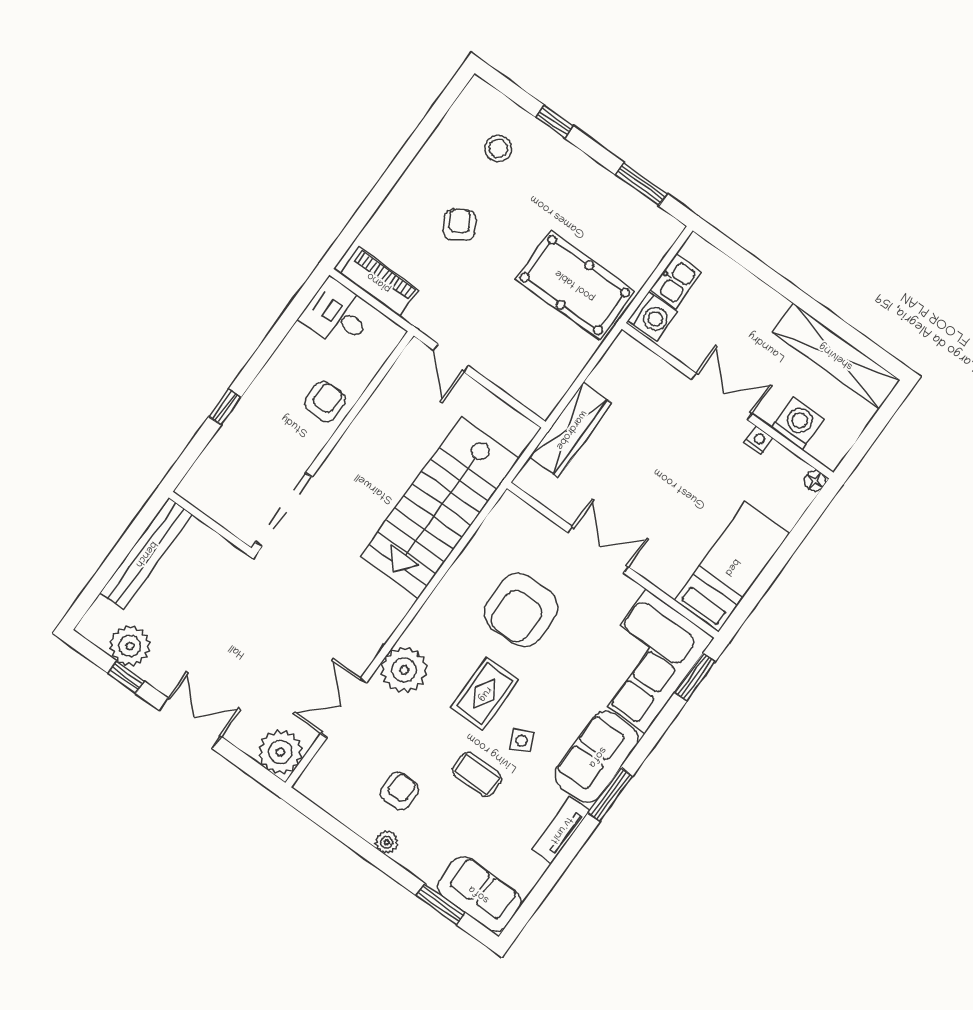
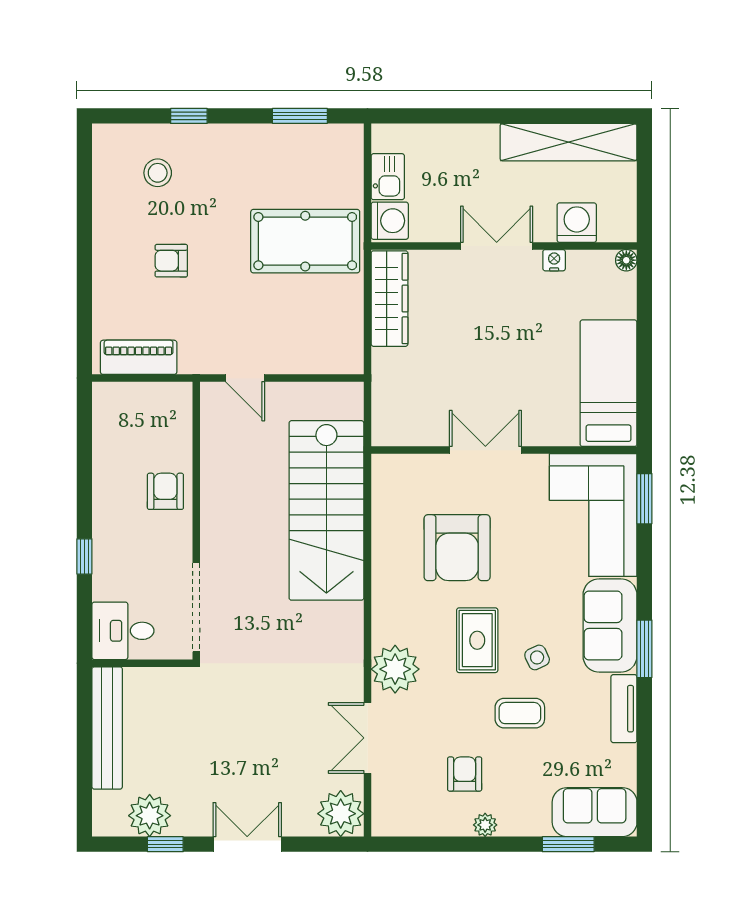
armchair: (459, 225) -> (171, 261), turned -58
desk: (337, 314) -> (123, 631), moved
wardrobe: (571, 430) -> (390, 299), moved

